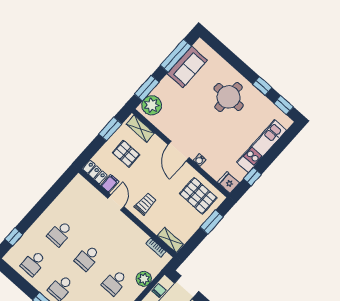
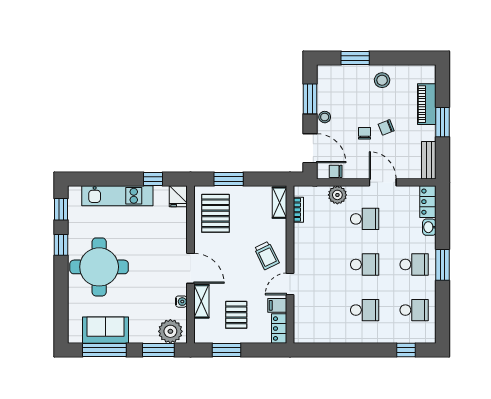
round table: (229, 97) -> (99, 267), width x1.36, depth x1.36
shelving: (140, 129) -> (201, 301), moved
door: (179, 151) -> (190, 268), hinge flipped
water cooler: (200, 160) -> (181, 302), moved
trolley: (145, 204) -> (267, 256), turned -116

